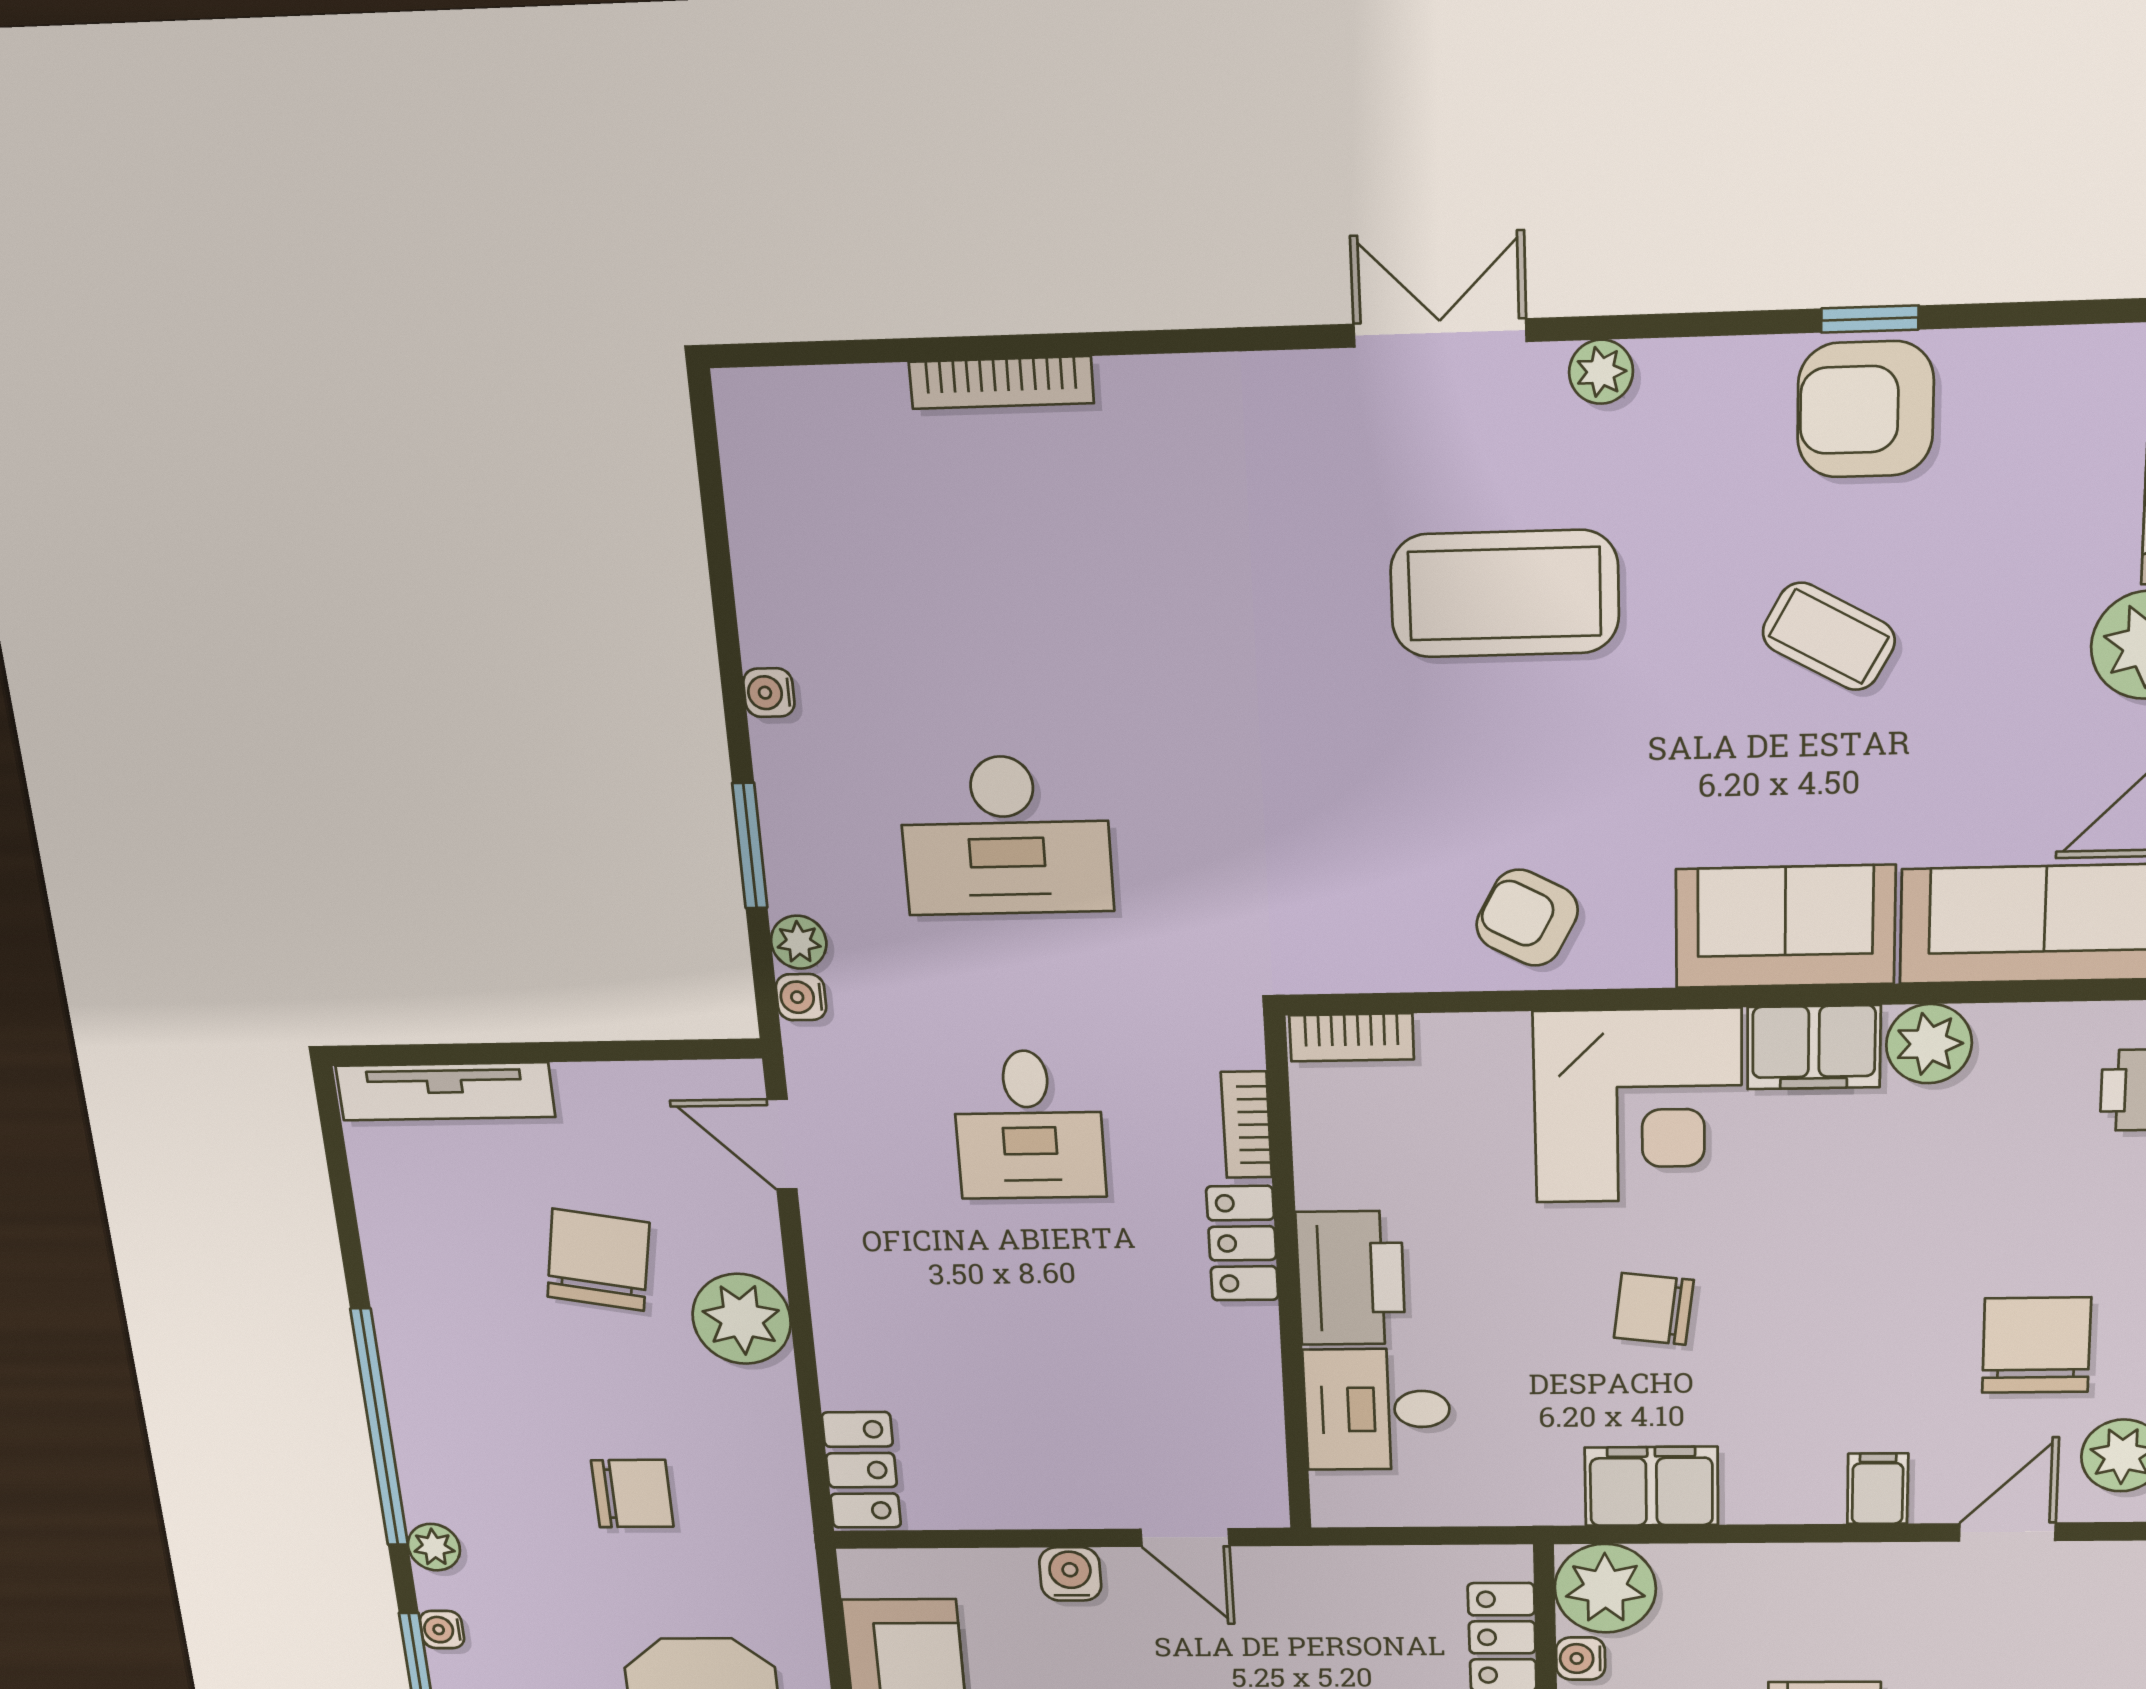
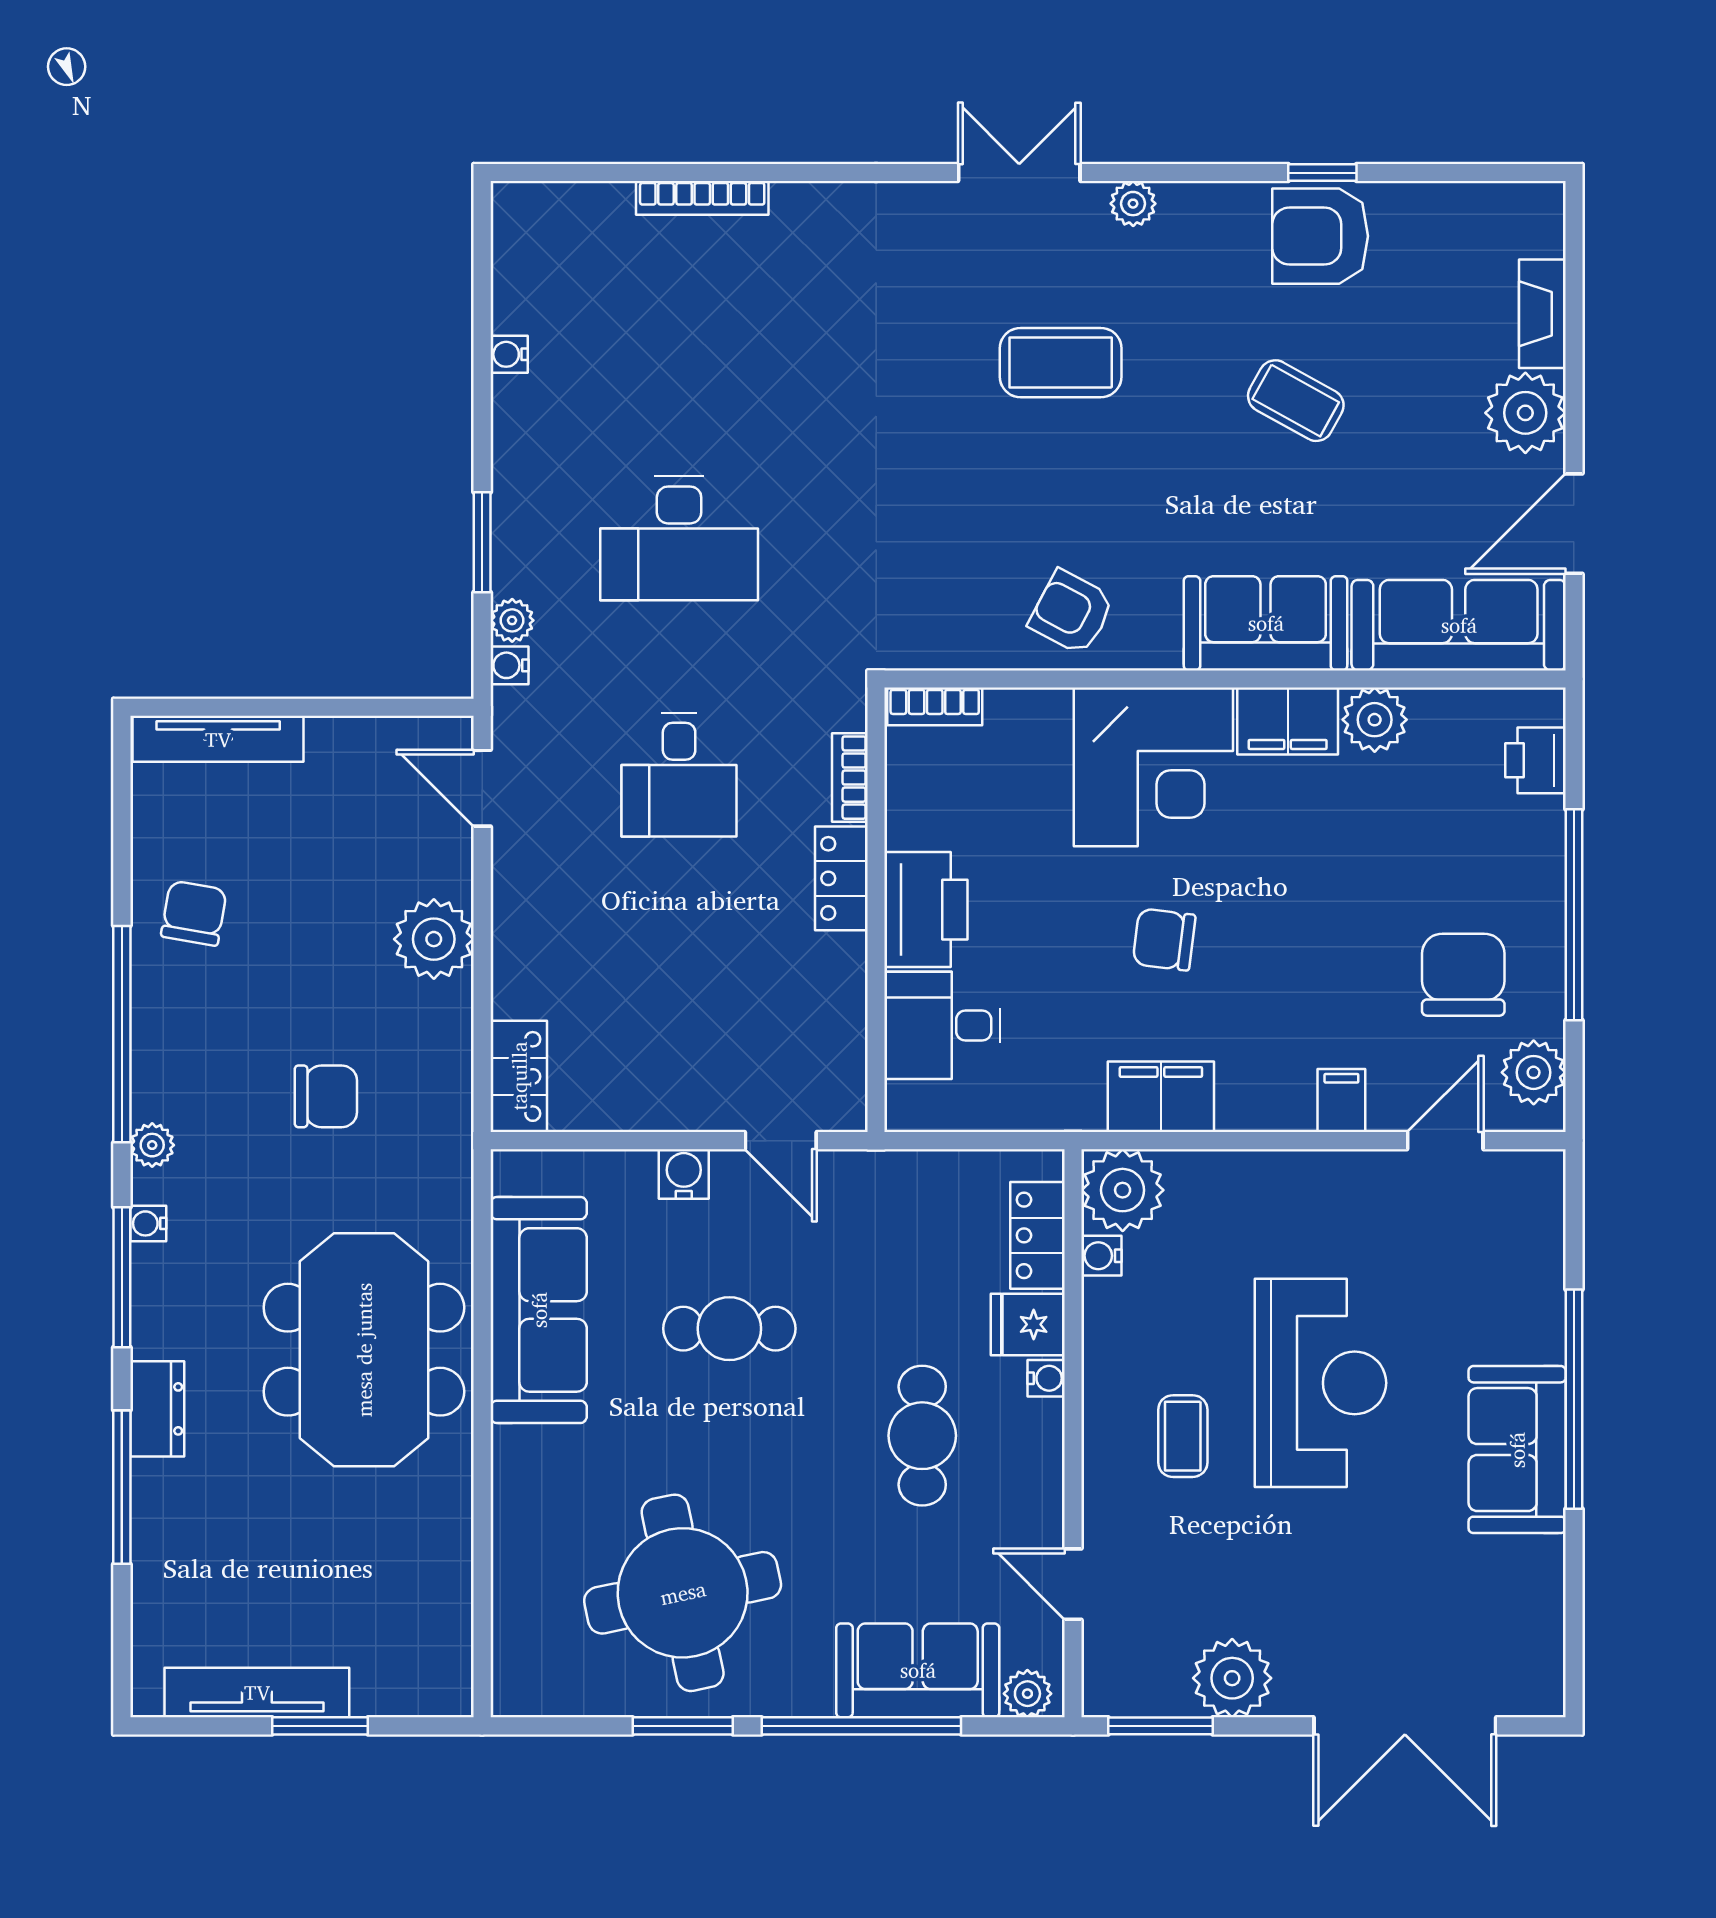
coffee table: (1505, 594) -> (1061, 363), width x0.73, depth x0.76
water cooler: (769, 693) -> (509, 354), moved
chair: (598, 1260) -> (194, 913), moved, width x0.73, depth x0.73

